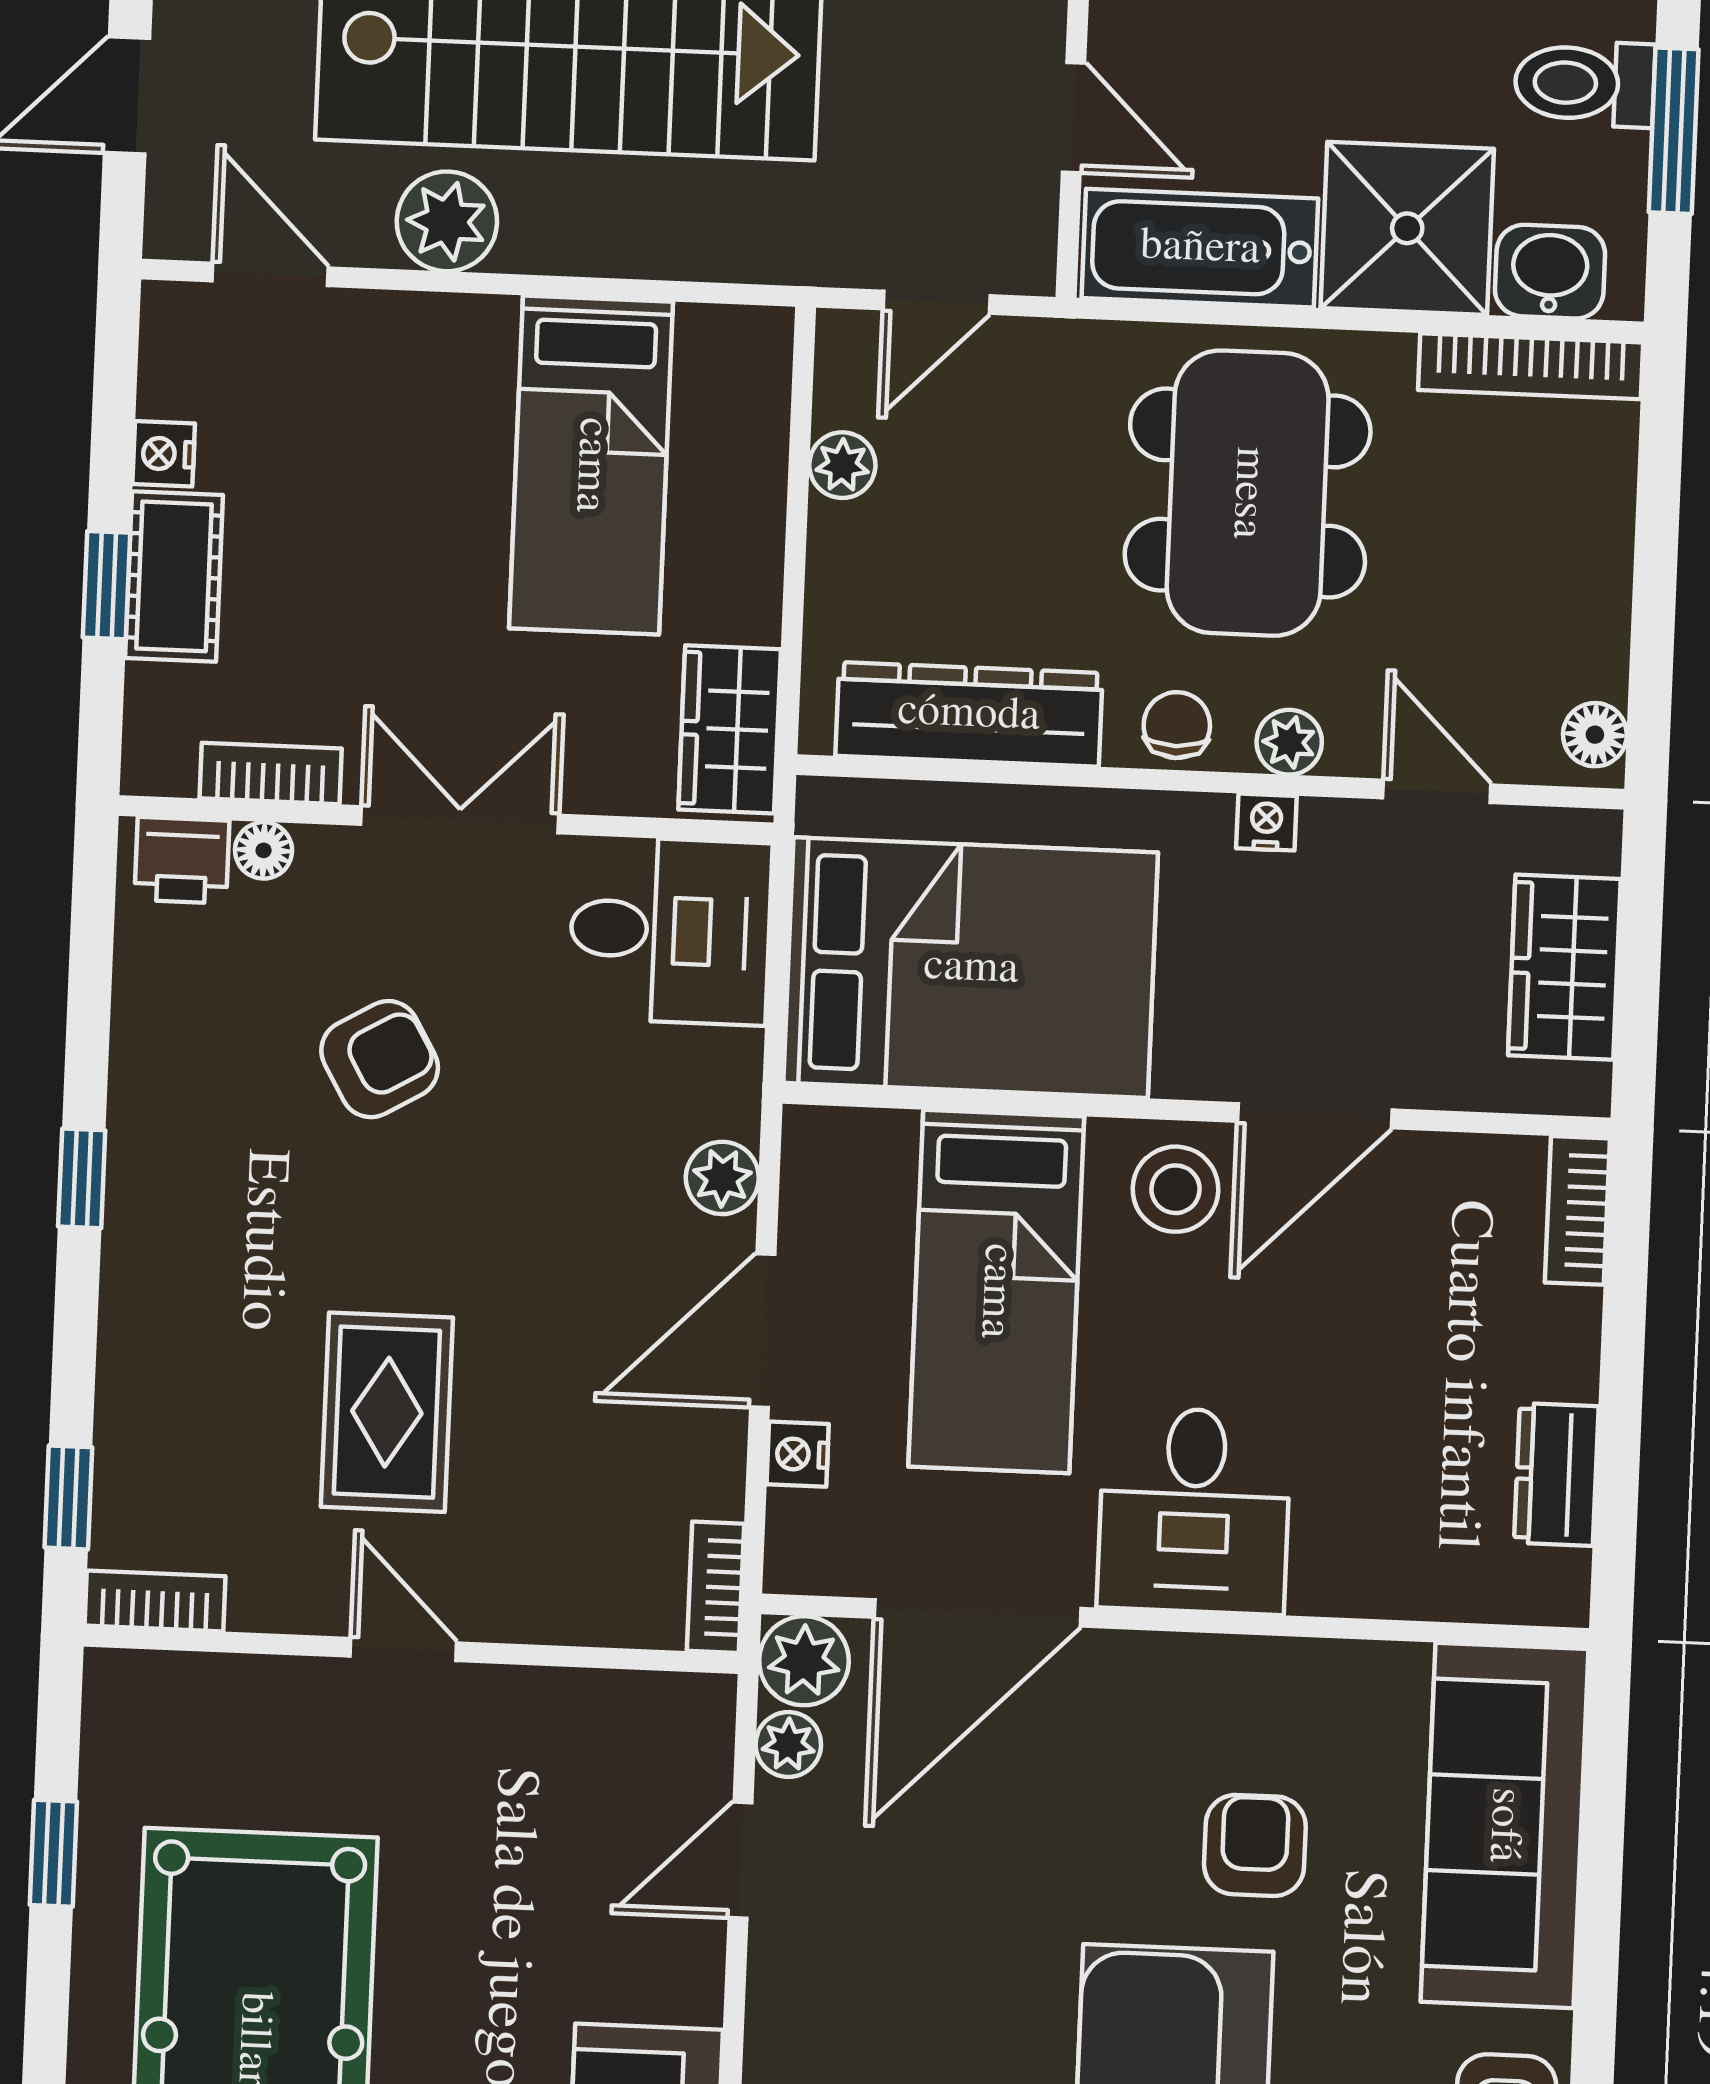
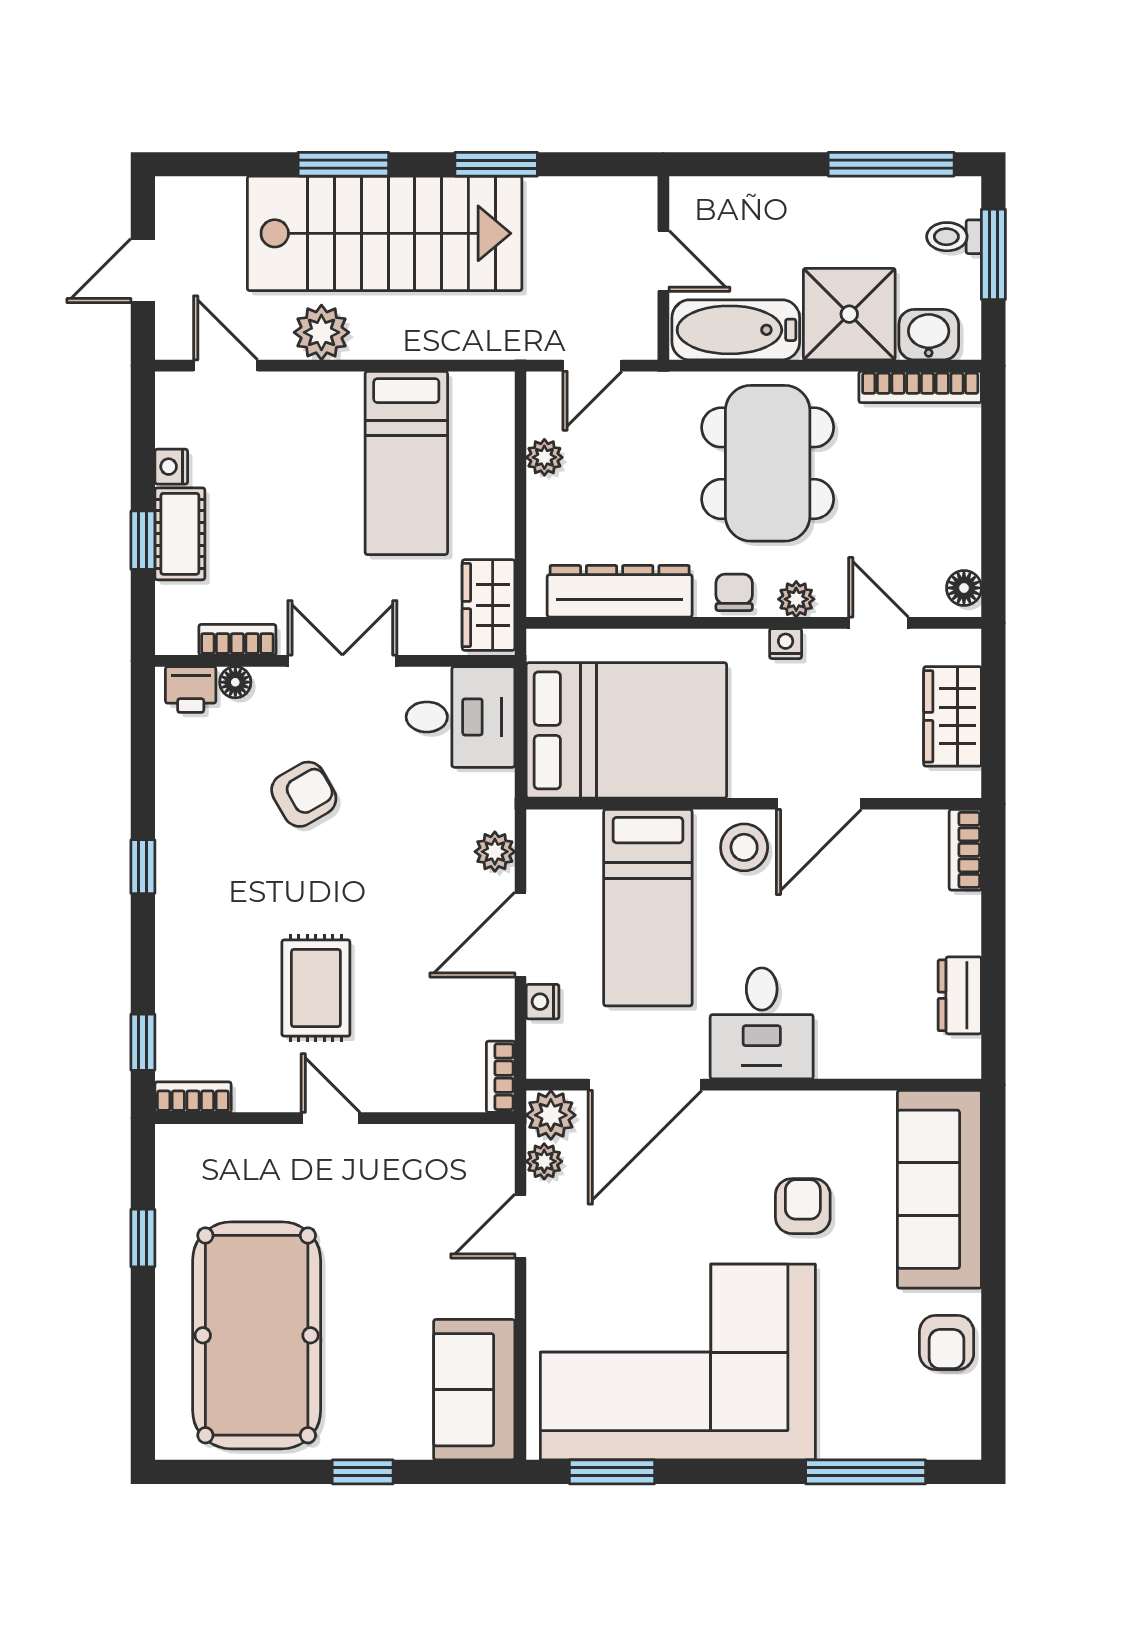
toilet: (1585, 83) -> (954, 237), width x0.73, depth x0.72

